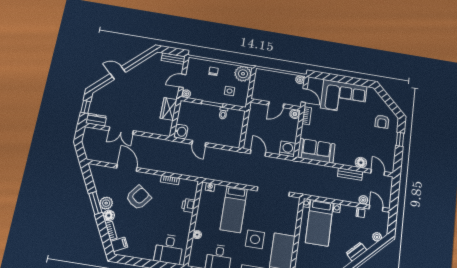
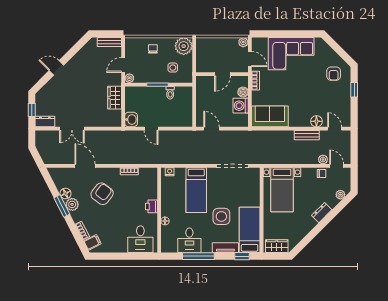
boiler: (295, 114) -> (243, 92), moved
washing machine: (288, 149) -> (241, 106), moved, turned -90
printer: (188, 205) -> (152, 206), moved
floor lamp: (109, 216) -> (65, 194), moved

